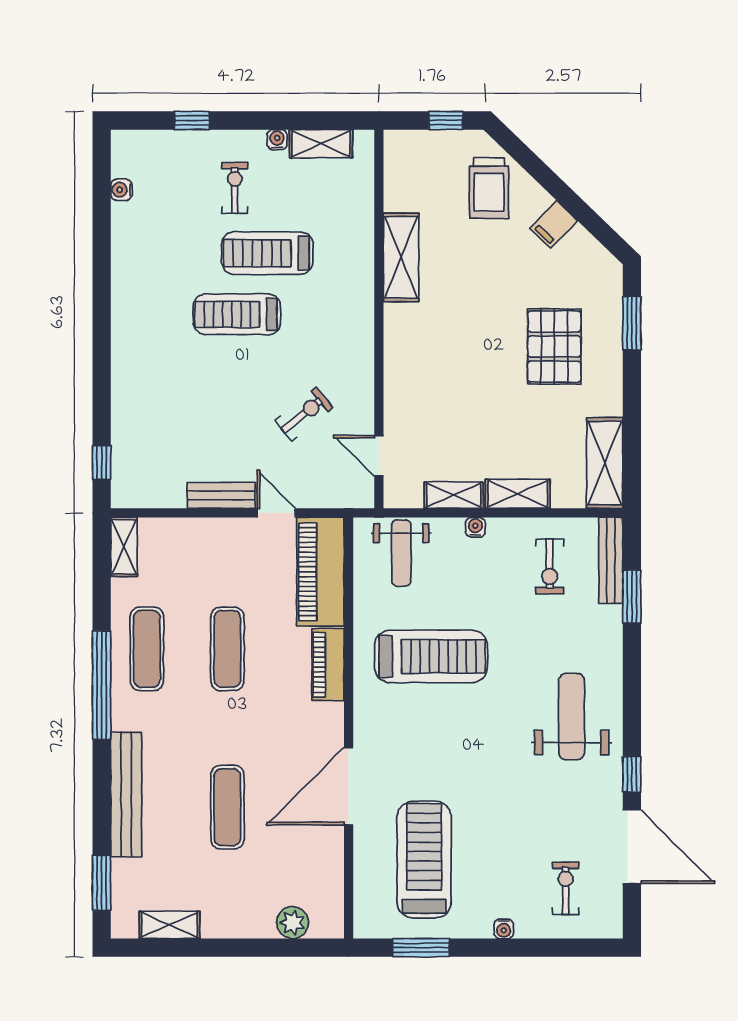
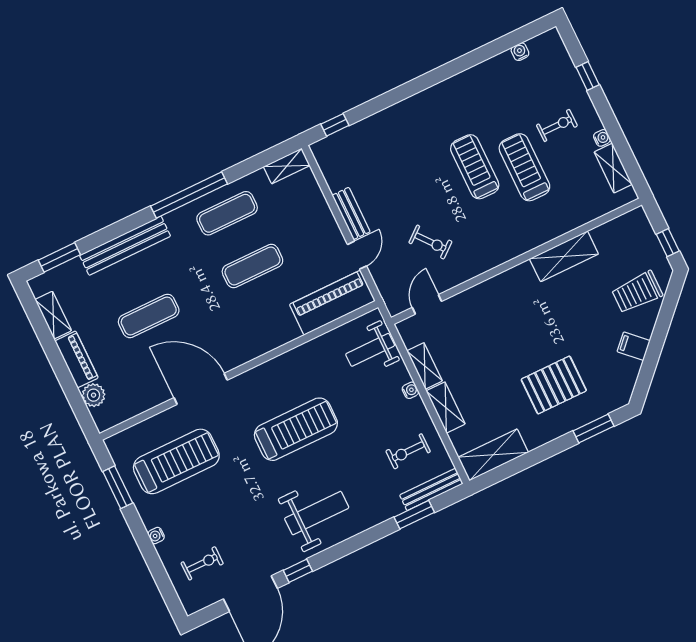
treadmill: (431, 656) -> (296, 429), moved, turned -90
piano: (328, 665) -> (76, 359), moved, turned 90

